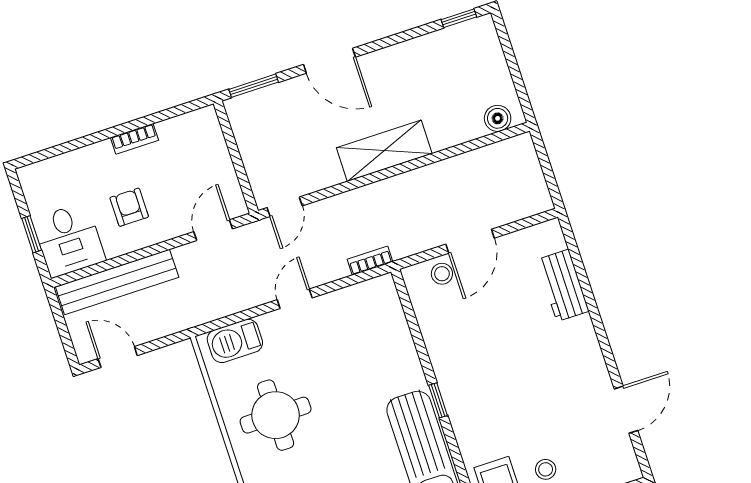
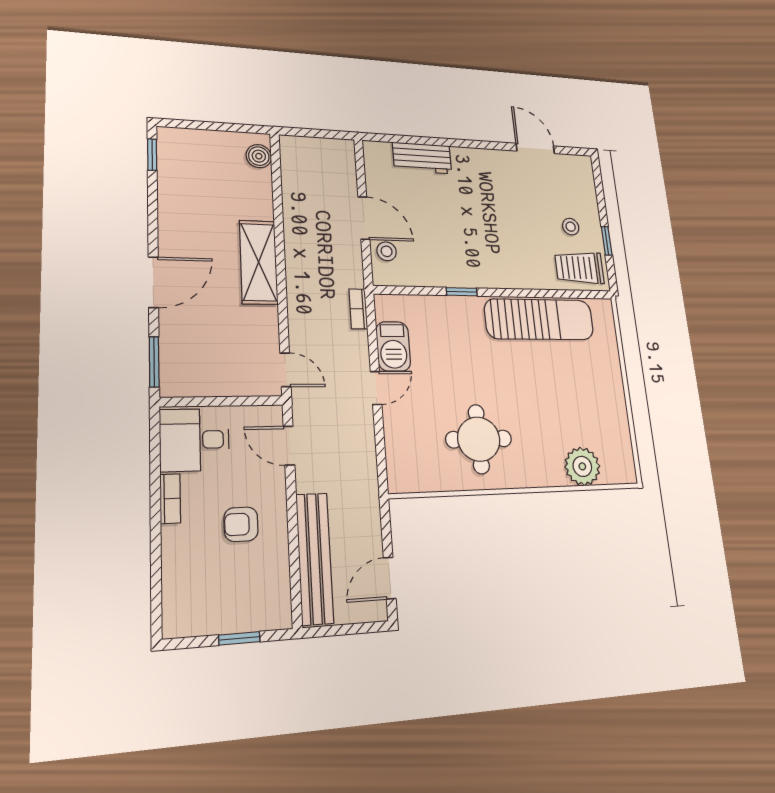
desk: (69, 240) -> (194, 440), moved, turned 180
door: (295, 299) -> (376, 388), swing flipped
barbecue: (235, 341) -> (393, 346), moved
window: (438, 400) -> (462, 292), moved

